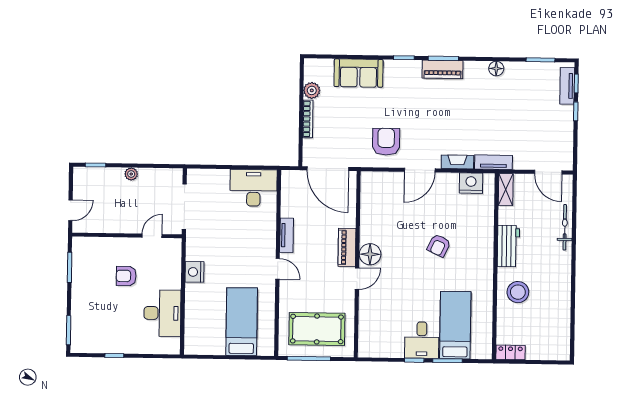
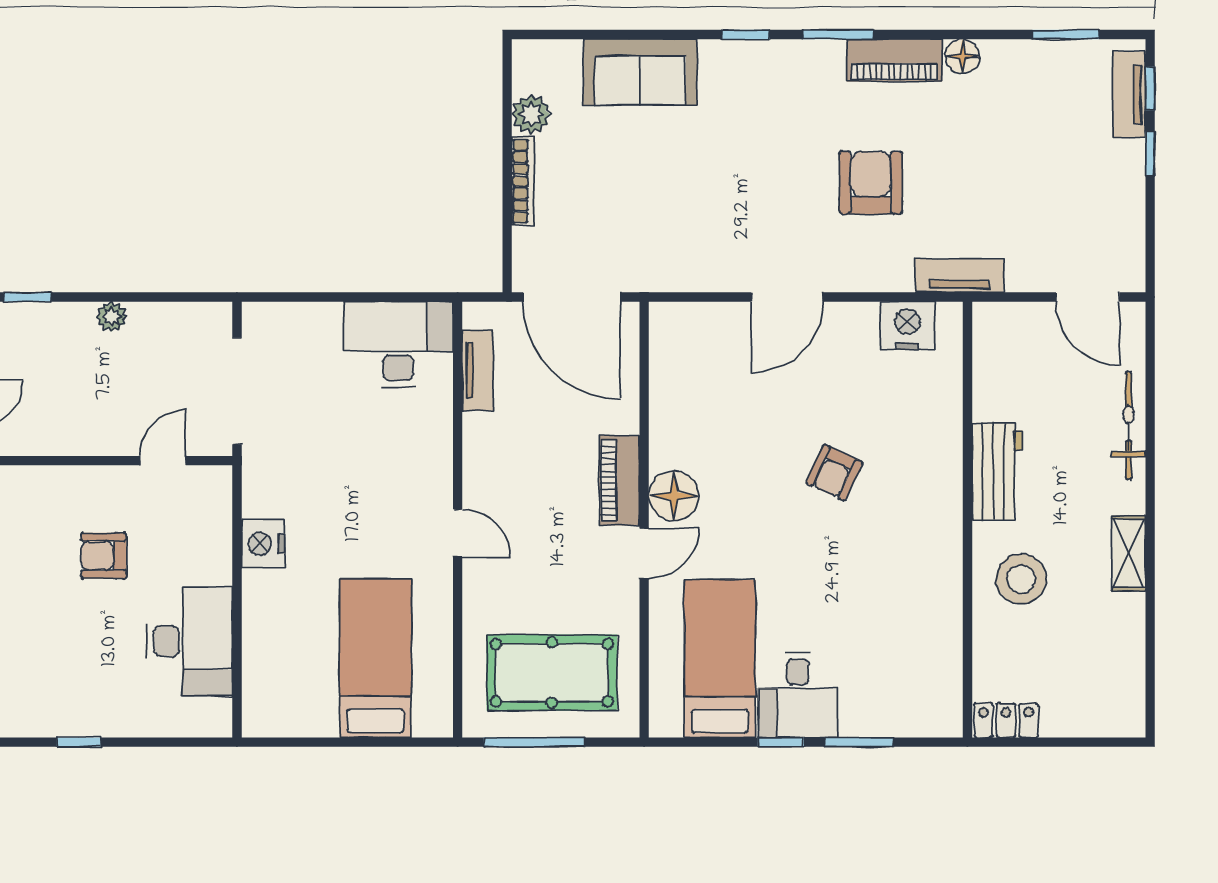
piano: (443, 69) -> (894, 60), moved
armchair: (386, 142) -> (871, 183), moved
fireplace: (457, 162) -> (875, 276), removed
shelving: (506, 189) -> (1129, 553), moved
tv unit: (287, 235) -> (478, 370), moved
bed: (455, 325) -> (720, 659), moved

